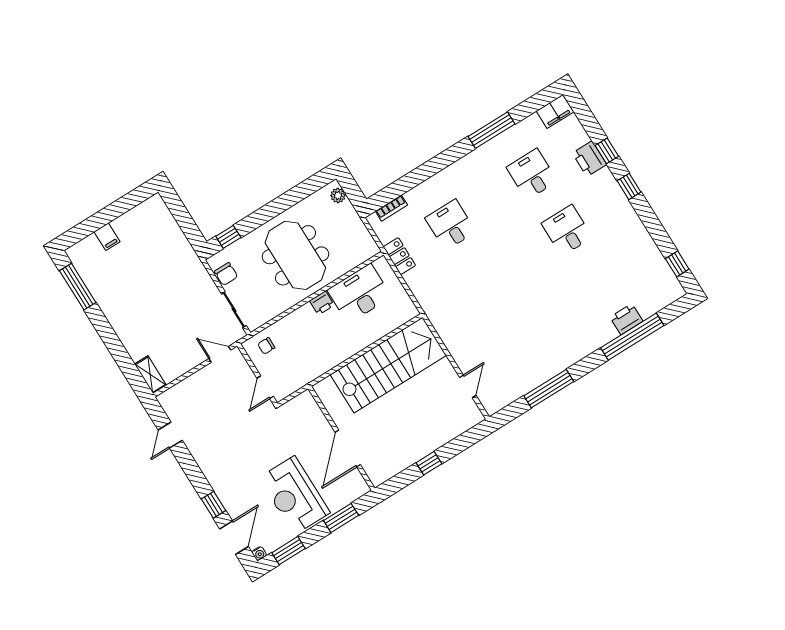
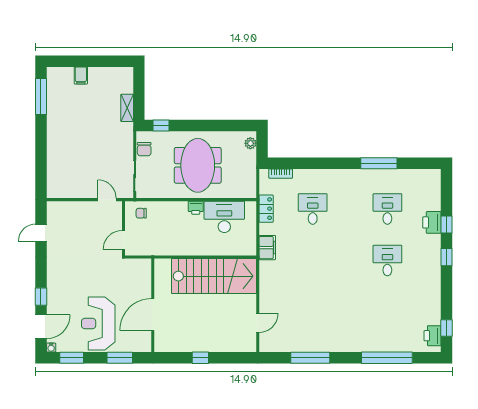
filing cabinet: (555, 111) -> (267, 248), moved, turned -90
printer: (626, 319) -> (433, 336), moved, turned -90
shelving: (150, 375) -> (127, 108), moved

